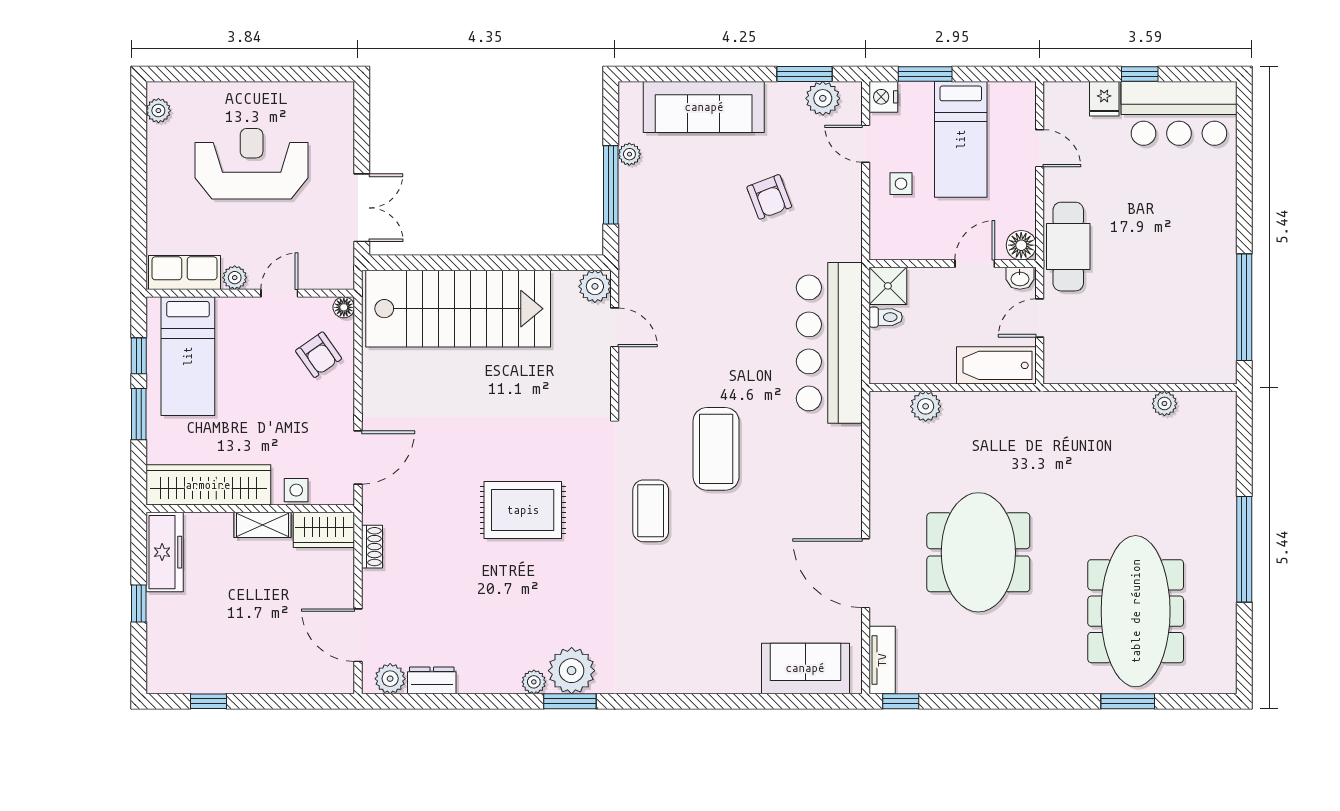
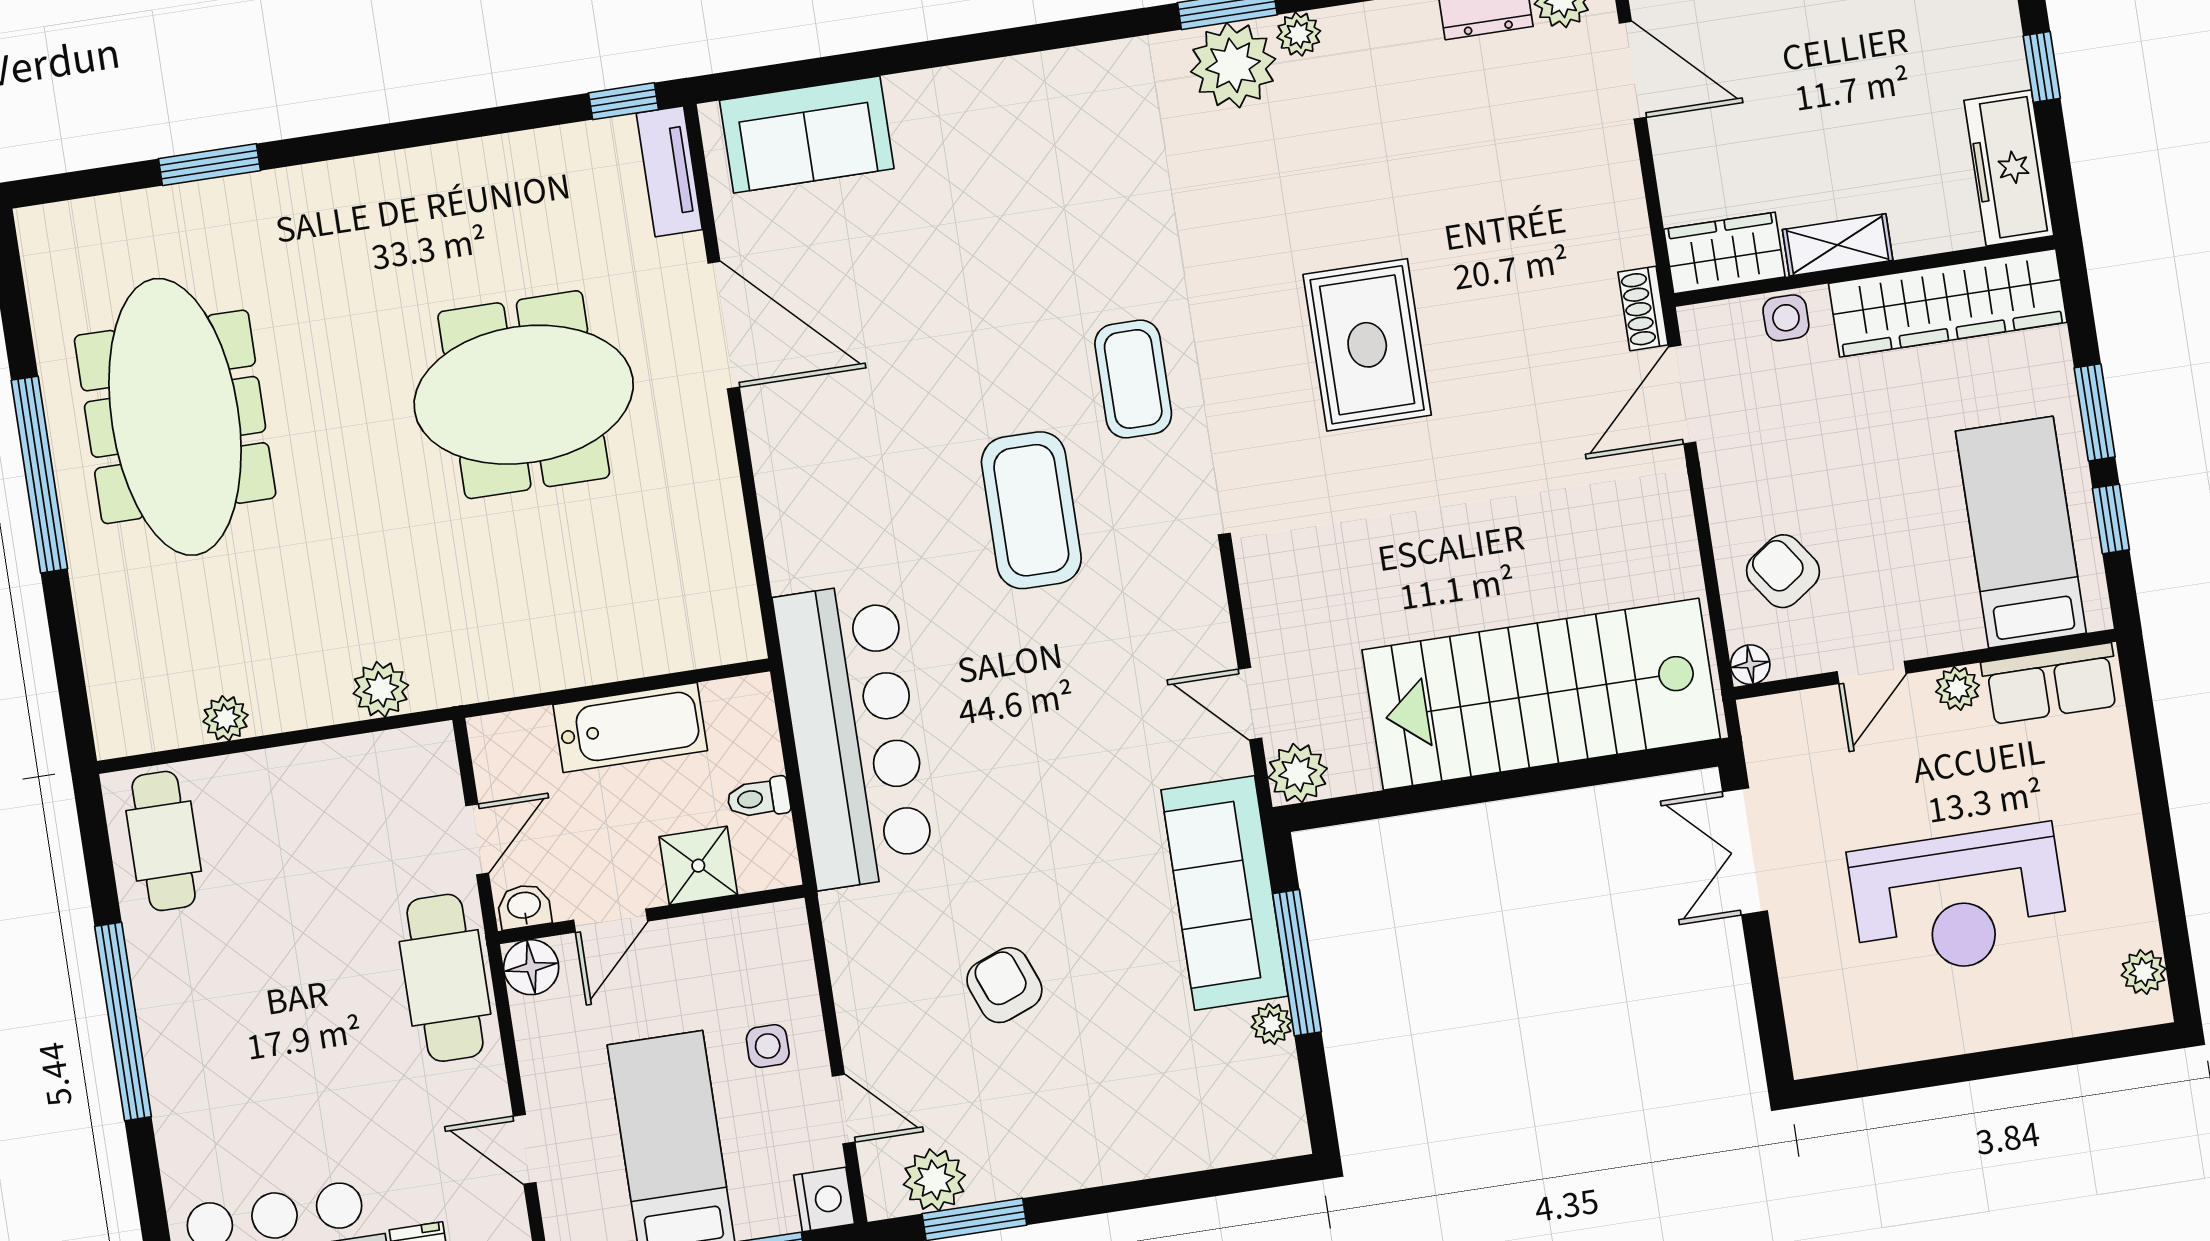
sofa: (704, 107) -> (1225, 893), moved, turned -90
shower: (888, 286) -> (698, 866), moved
window: (1244, 307) -> (123, 1022), moved
cafe table: (1208, 343) -> (164, 841), added
bathtub: (996, 365) -> (630, 728), moved
plant: (926, 406) -> (381, 689), moved
rug: (523, 510) -> (1367, 345), turned 90
shoe rack: (372, 547) -> (1643, 309), moved
meeting table: (978, 552) -> (524, 395), turned 90
meeting table: (1136, 611) -> (175, 417), moved

